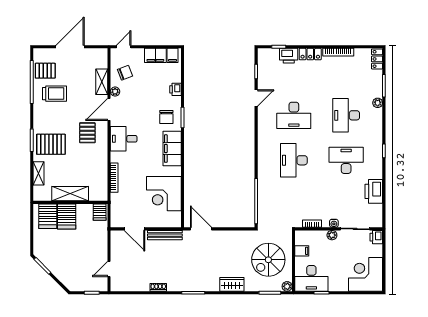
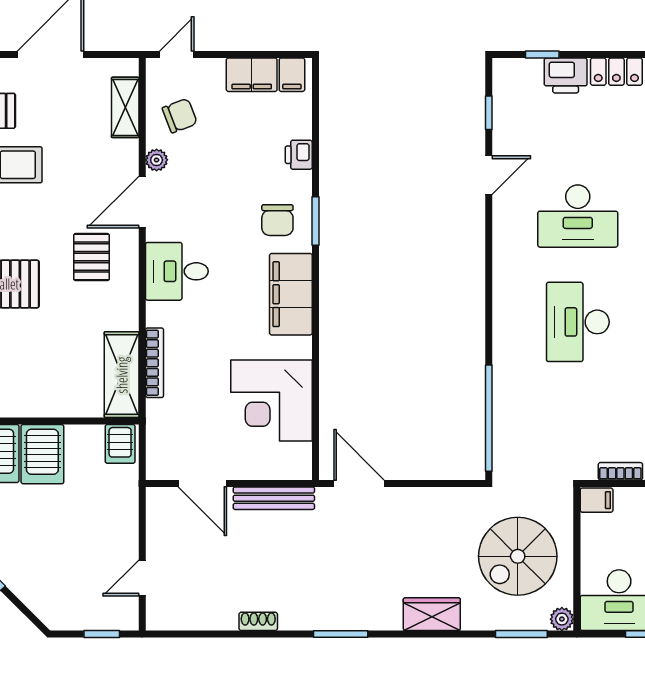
shelving: (102, 82) -> (125, 107), moved
shelving: (70, 194) -> (122, 375), moved, turned 90
filing cabinet: (302, 251) -> (597, 500), moved

